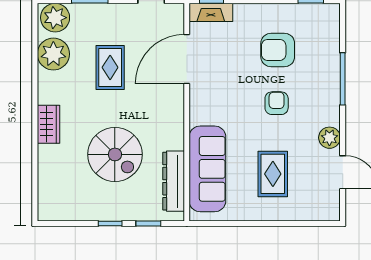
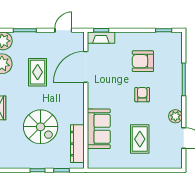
sofa: (207, 169) -> (99, 129), width x0.73

